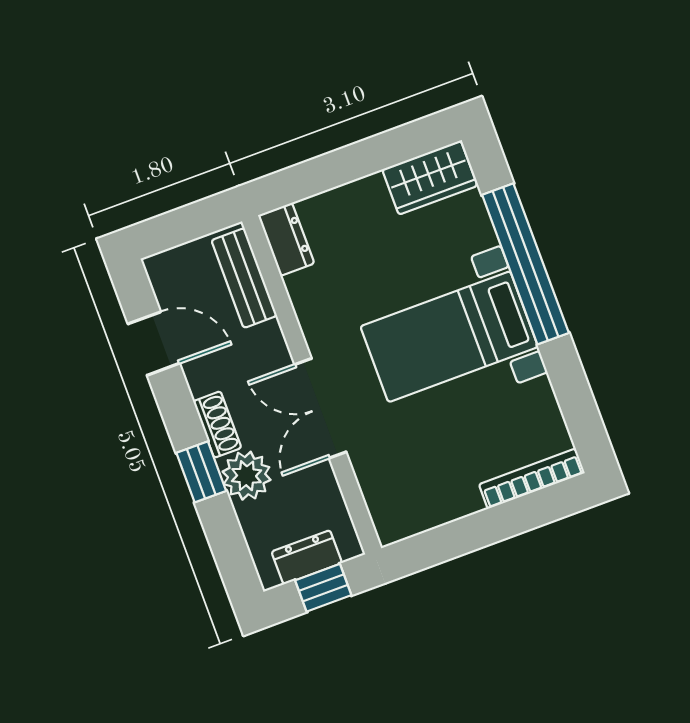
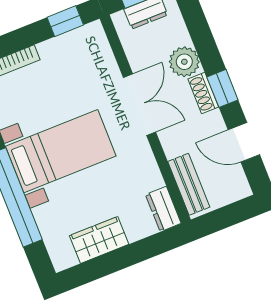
wardrobe: (430, 178) -> (99, 240), moved
window: (201, 472) -> (222, 88), moved
window: (437, 546) -> (65, 21), added

